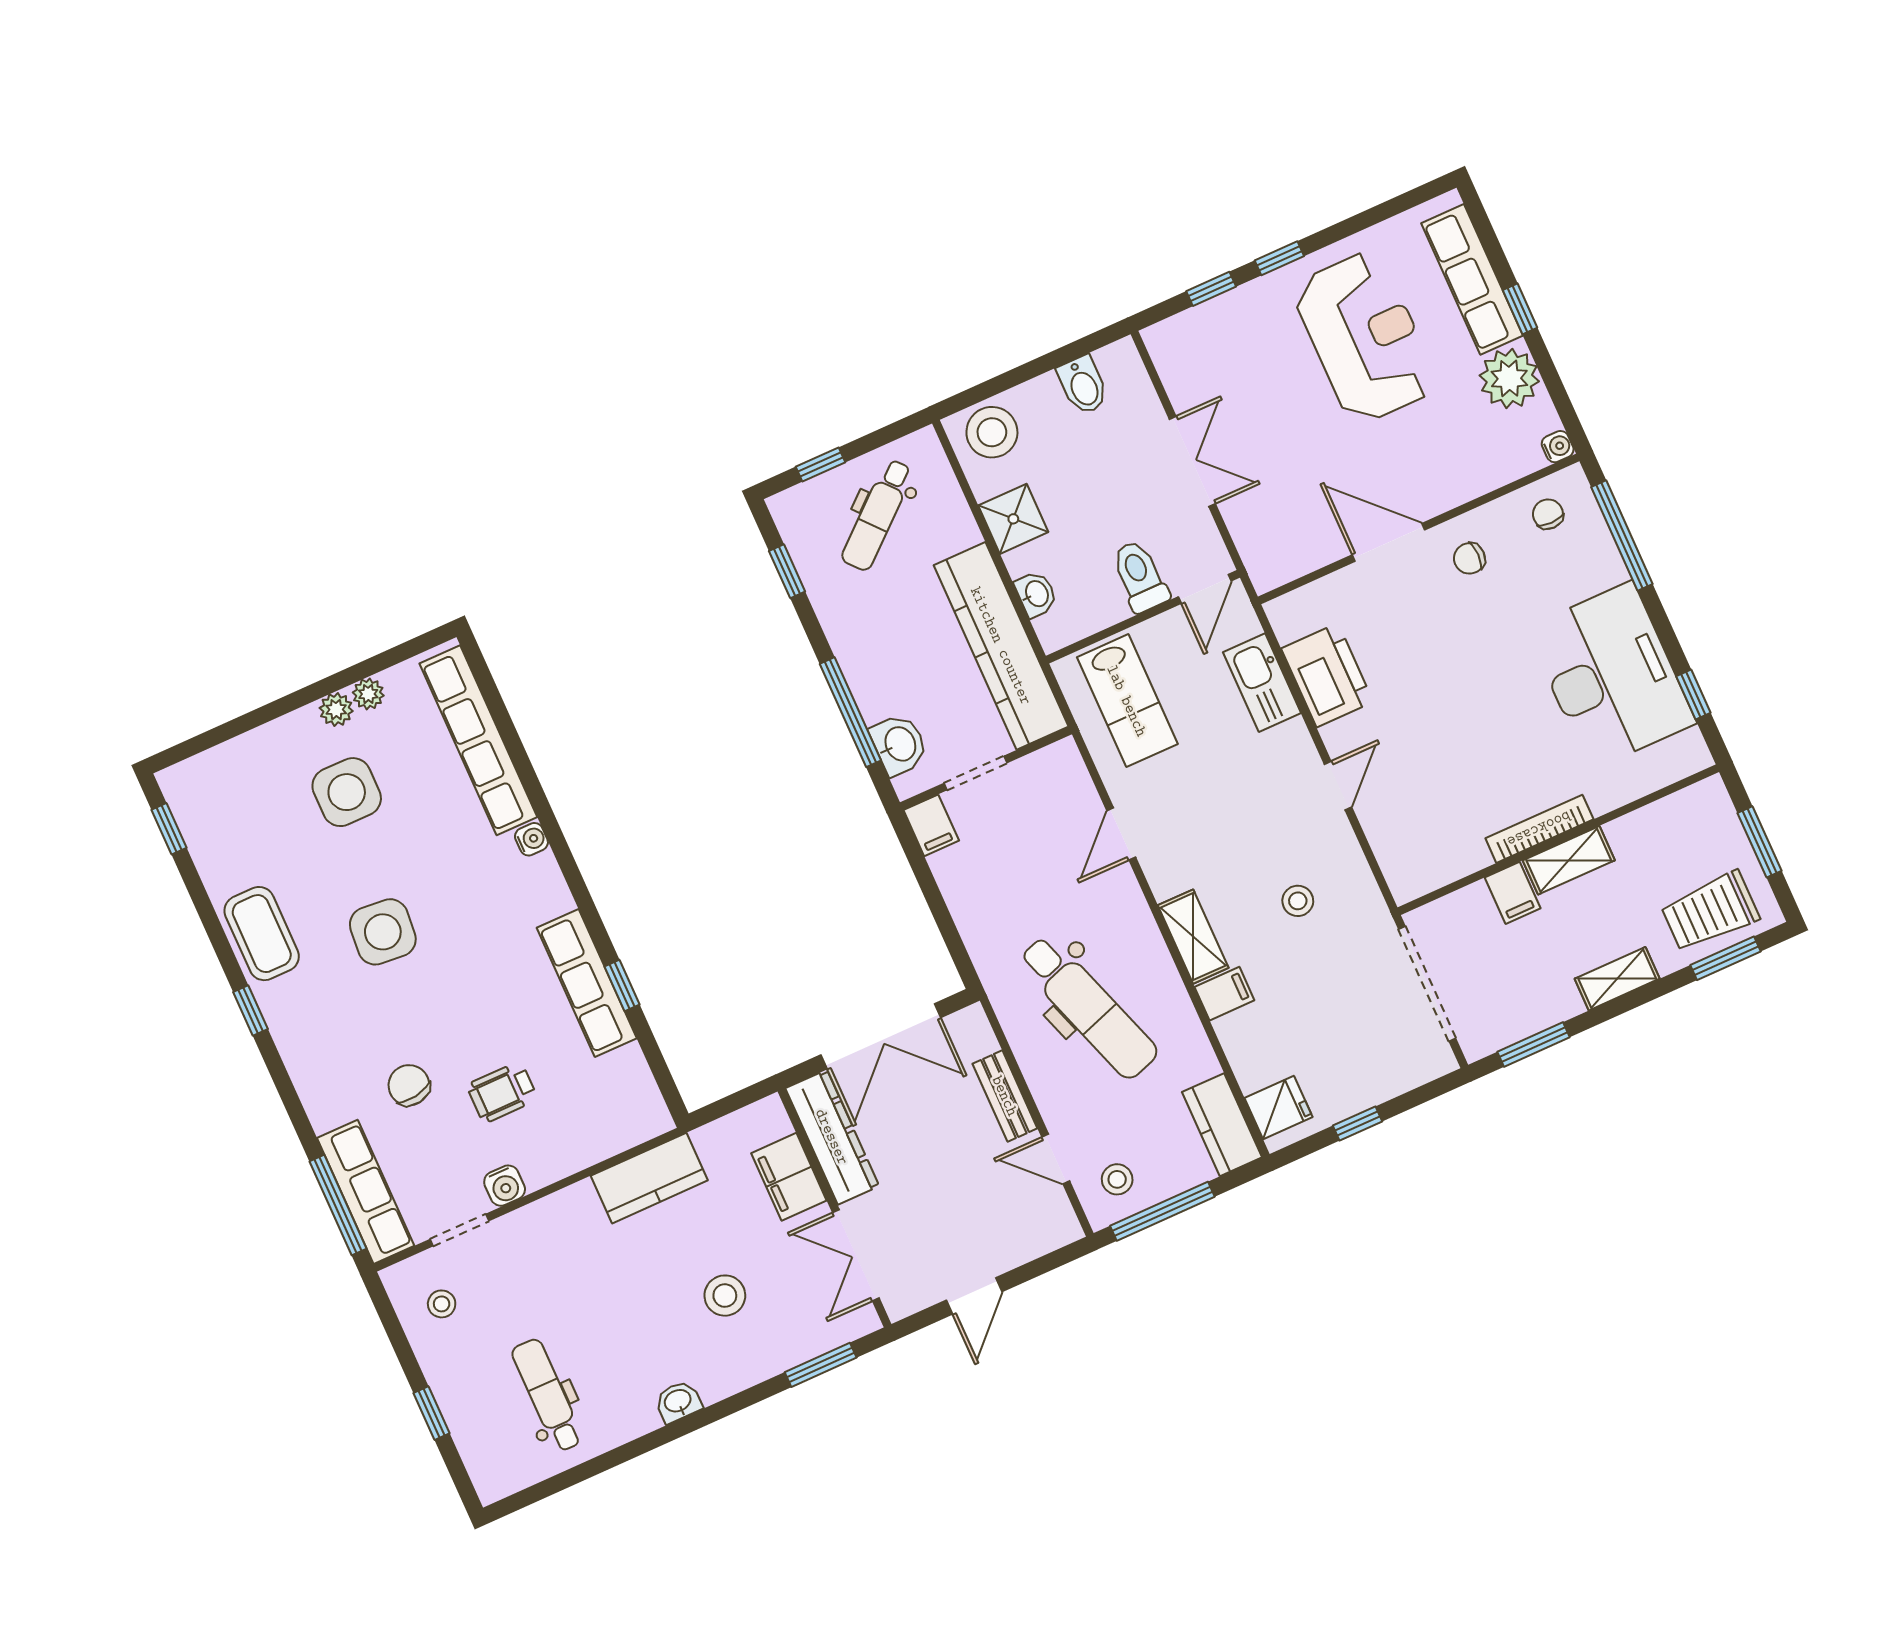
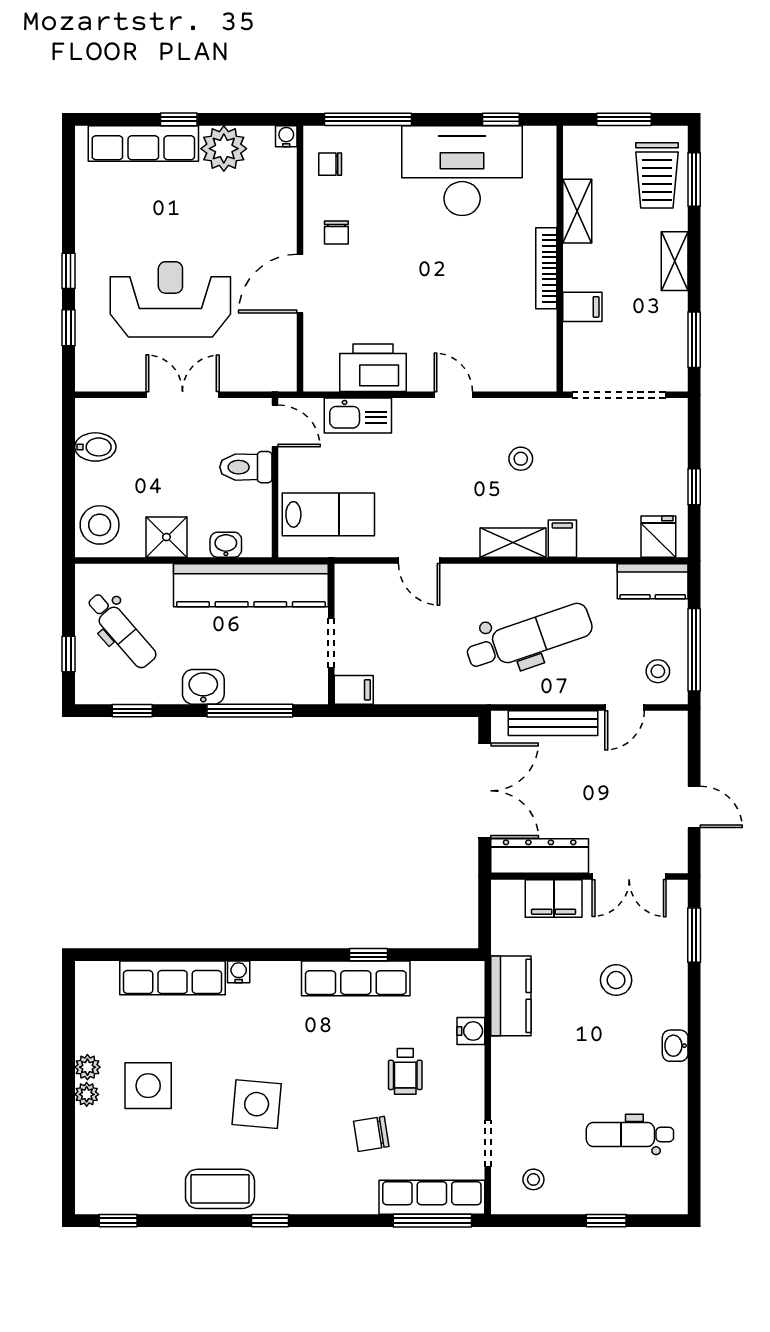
reception desk: (1365, 337) -> (170, 299), moved
plant: (368, 694) -> (87, 1094), moved
row of seats: (478, 740) -> (172, 978), width x0.73
washbasin: (899, 744) -> (203, 687), moved
shelving: (1569, 860) -> (577, 211), moved
bench: (1005, 1096) -> (553, 723), width x1.36
water cooler: (505, 1186) -> (471, 1031), moved

